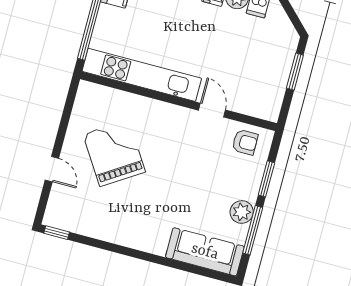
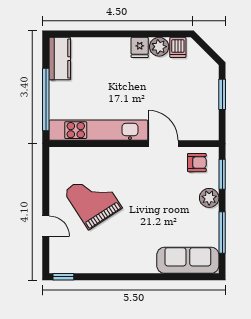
door: (212, 110) -> (163, 144), width x1.38
window: (266, 179) -> (222, 174), moved
plant: (242, 212) -> (209, 198), moved

